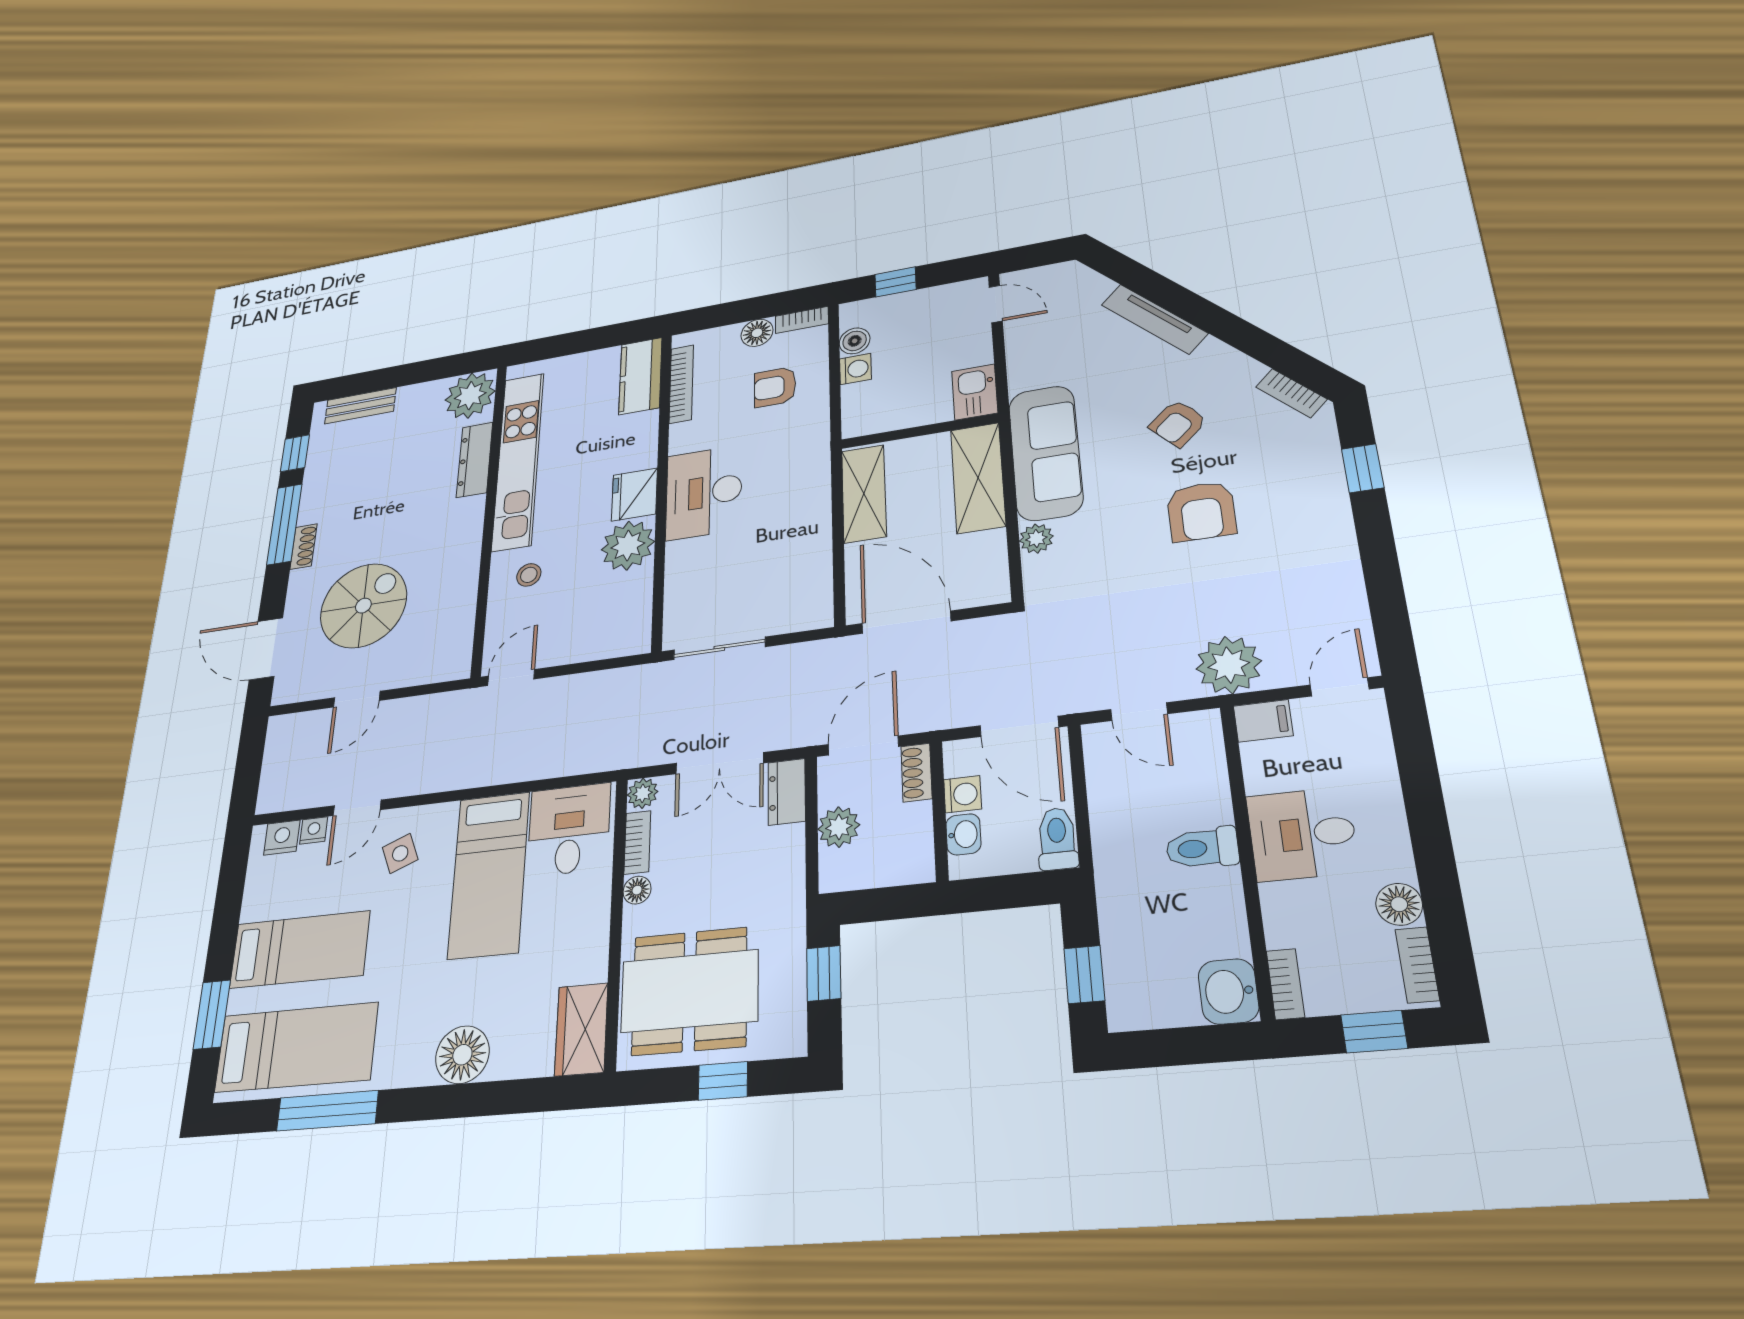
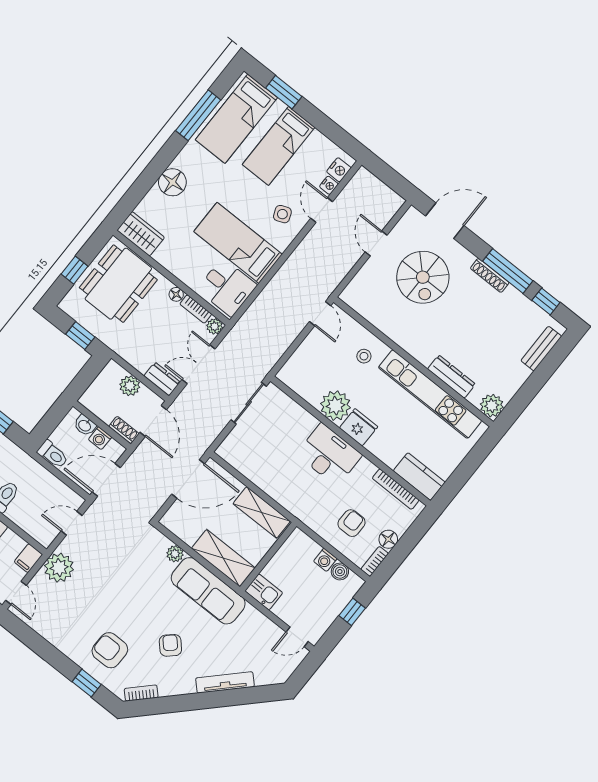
plant: (470, 396) -> (492, 406), width x0.73, depth x0.73
armchair: (1201, 511) -> (110, 650), moved
shoe rack: (304, 547) -> (490, 275), width x1.43

